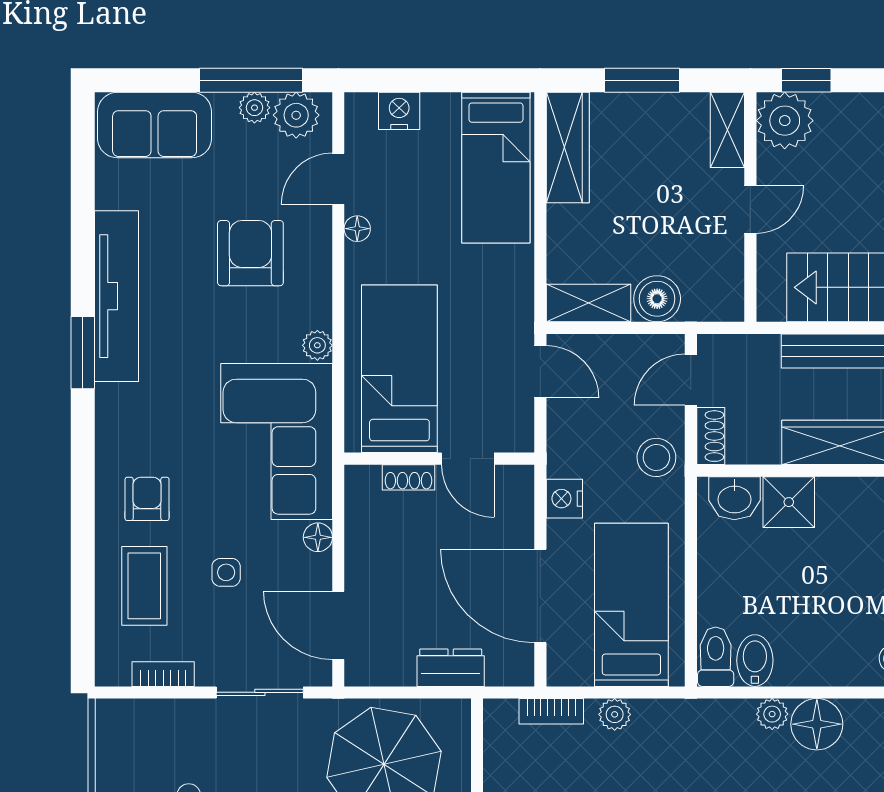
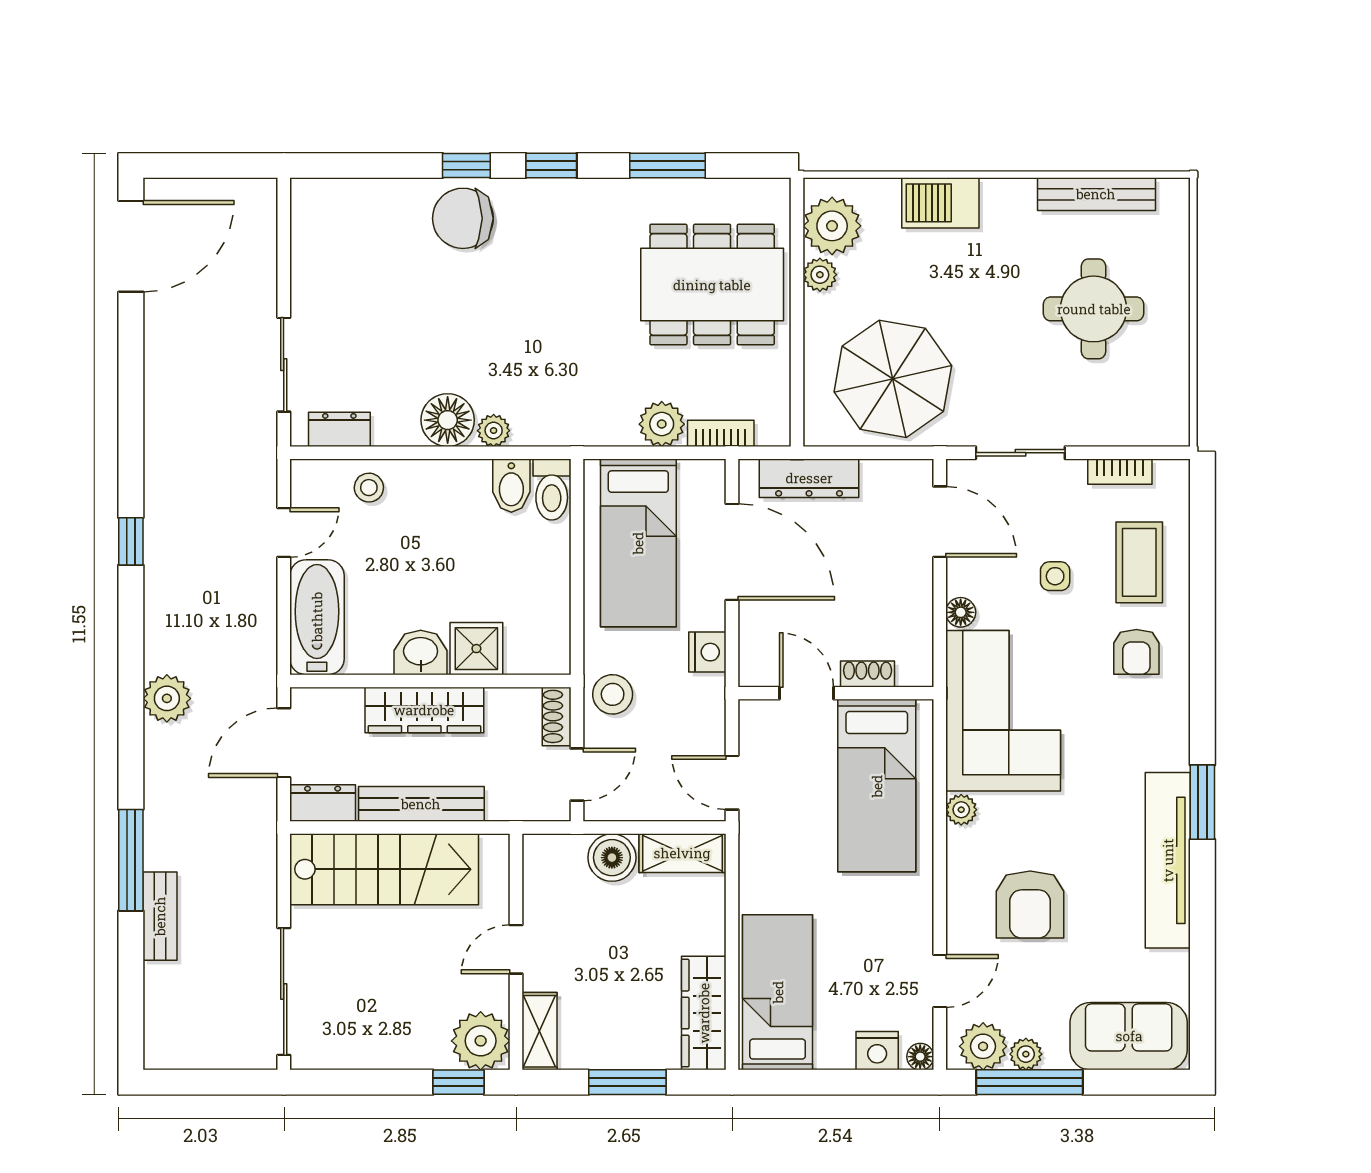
floor lamp: (357, 229) -> (920, 1057), moved
washbasin: (734, 498) -> (421, 653), moved
dresser: (451, 668) -> (809, 478), width x1.44
plant: (615, 714) -> (662, 424), width x1.38, depth x1.38

